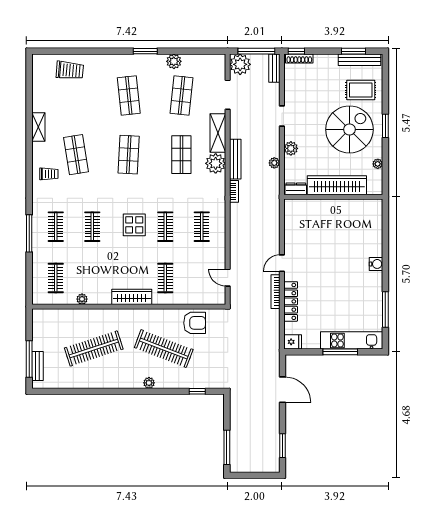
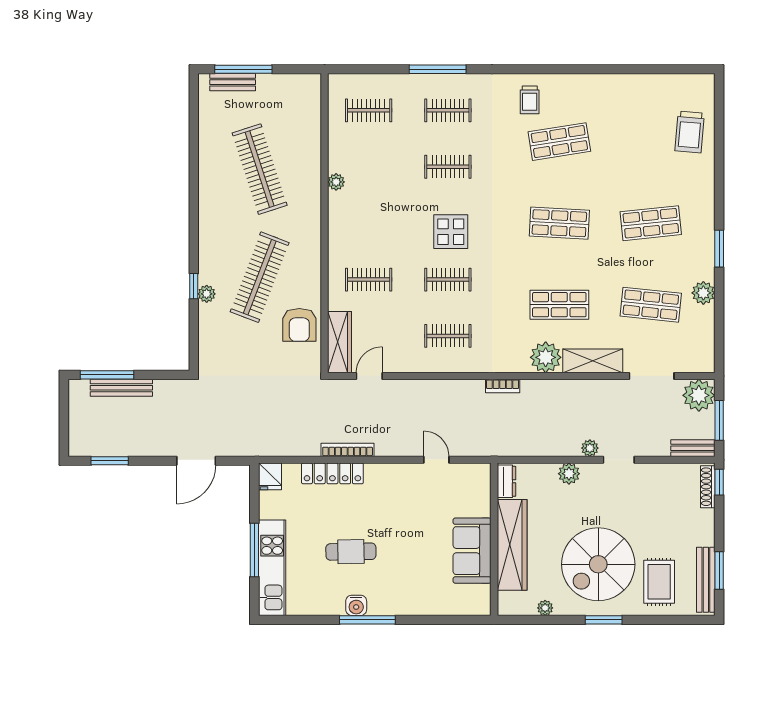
window: (256, 51) -> (719, 420), width x0.69
shelving: (38, 127) -> (602, 84), removed
spiral stairs: (349, 129) -> (598, 564), turned 90
bench: (235, 159) -> (121, 388), moved
plant: (274, 163) -> (590, 448), moved
sofa: (341, 211) -> (472, 551), added
door: (282, 263) -> (436, 460), moved
water cooler: (376, 264) -> (356, 605), moved
cafe table: (341, 289) -> (351, 552), added
wardrobe: (132, 297) -> (340, 342), moved
plant: (82, 299) -> (336, 182), moved
window: (385, 310) -> (367, 620), moved
plant: (149, 383) -> (207, 294), moved
window: (197, 391) -> (194, 286), moved

